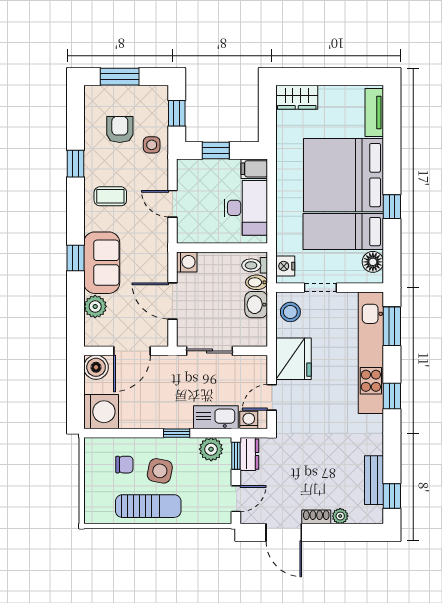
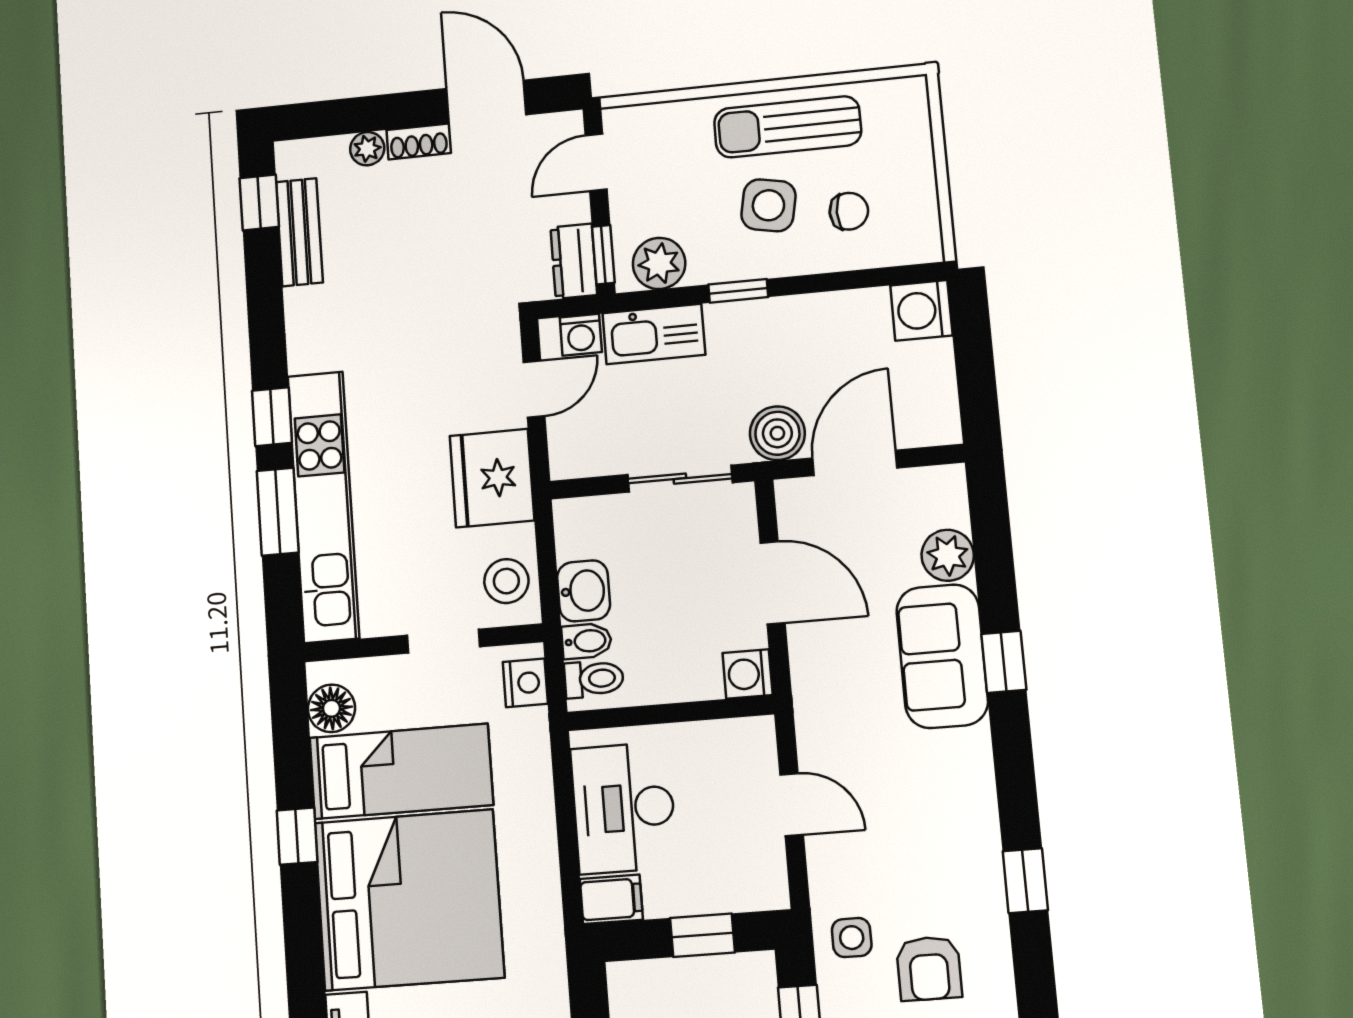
coffee table: (110, 196) -> (937, 811), removed
window: (392, 326) -> (278, 512), moved
boiler: (96, 367) -> (777, 433), moved
washing machine: (101, 412) -> (921, 310), width x0.73, depth x0.73
chair: (124, 465) -> (849, 211), turned 180

